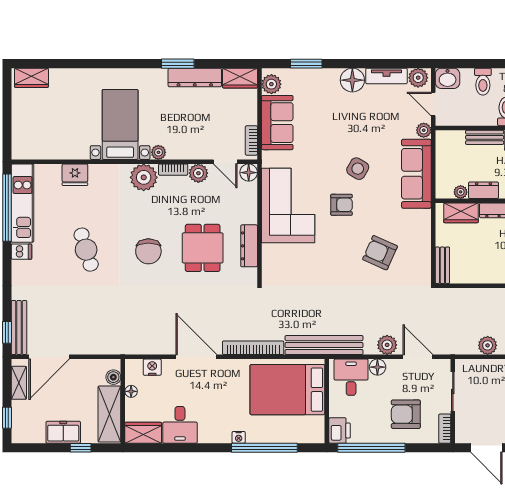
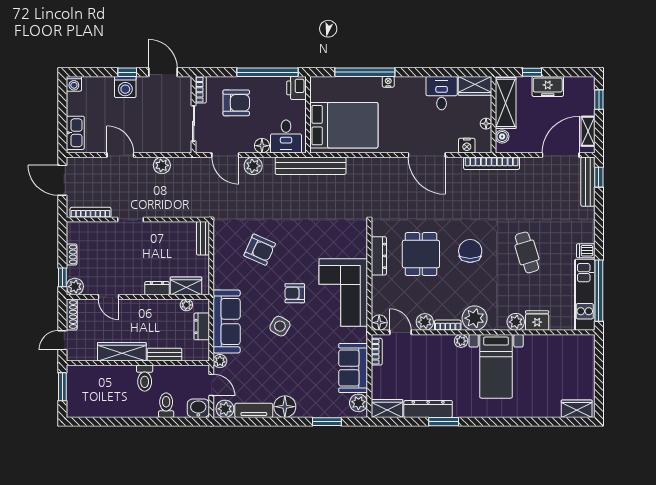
plant: (98, 173) -> (516, 322), added
dresser: (484, 190) -> (202, 326), moved, turned 90
bookcase: (253, 348) -> (492, 163), moved

